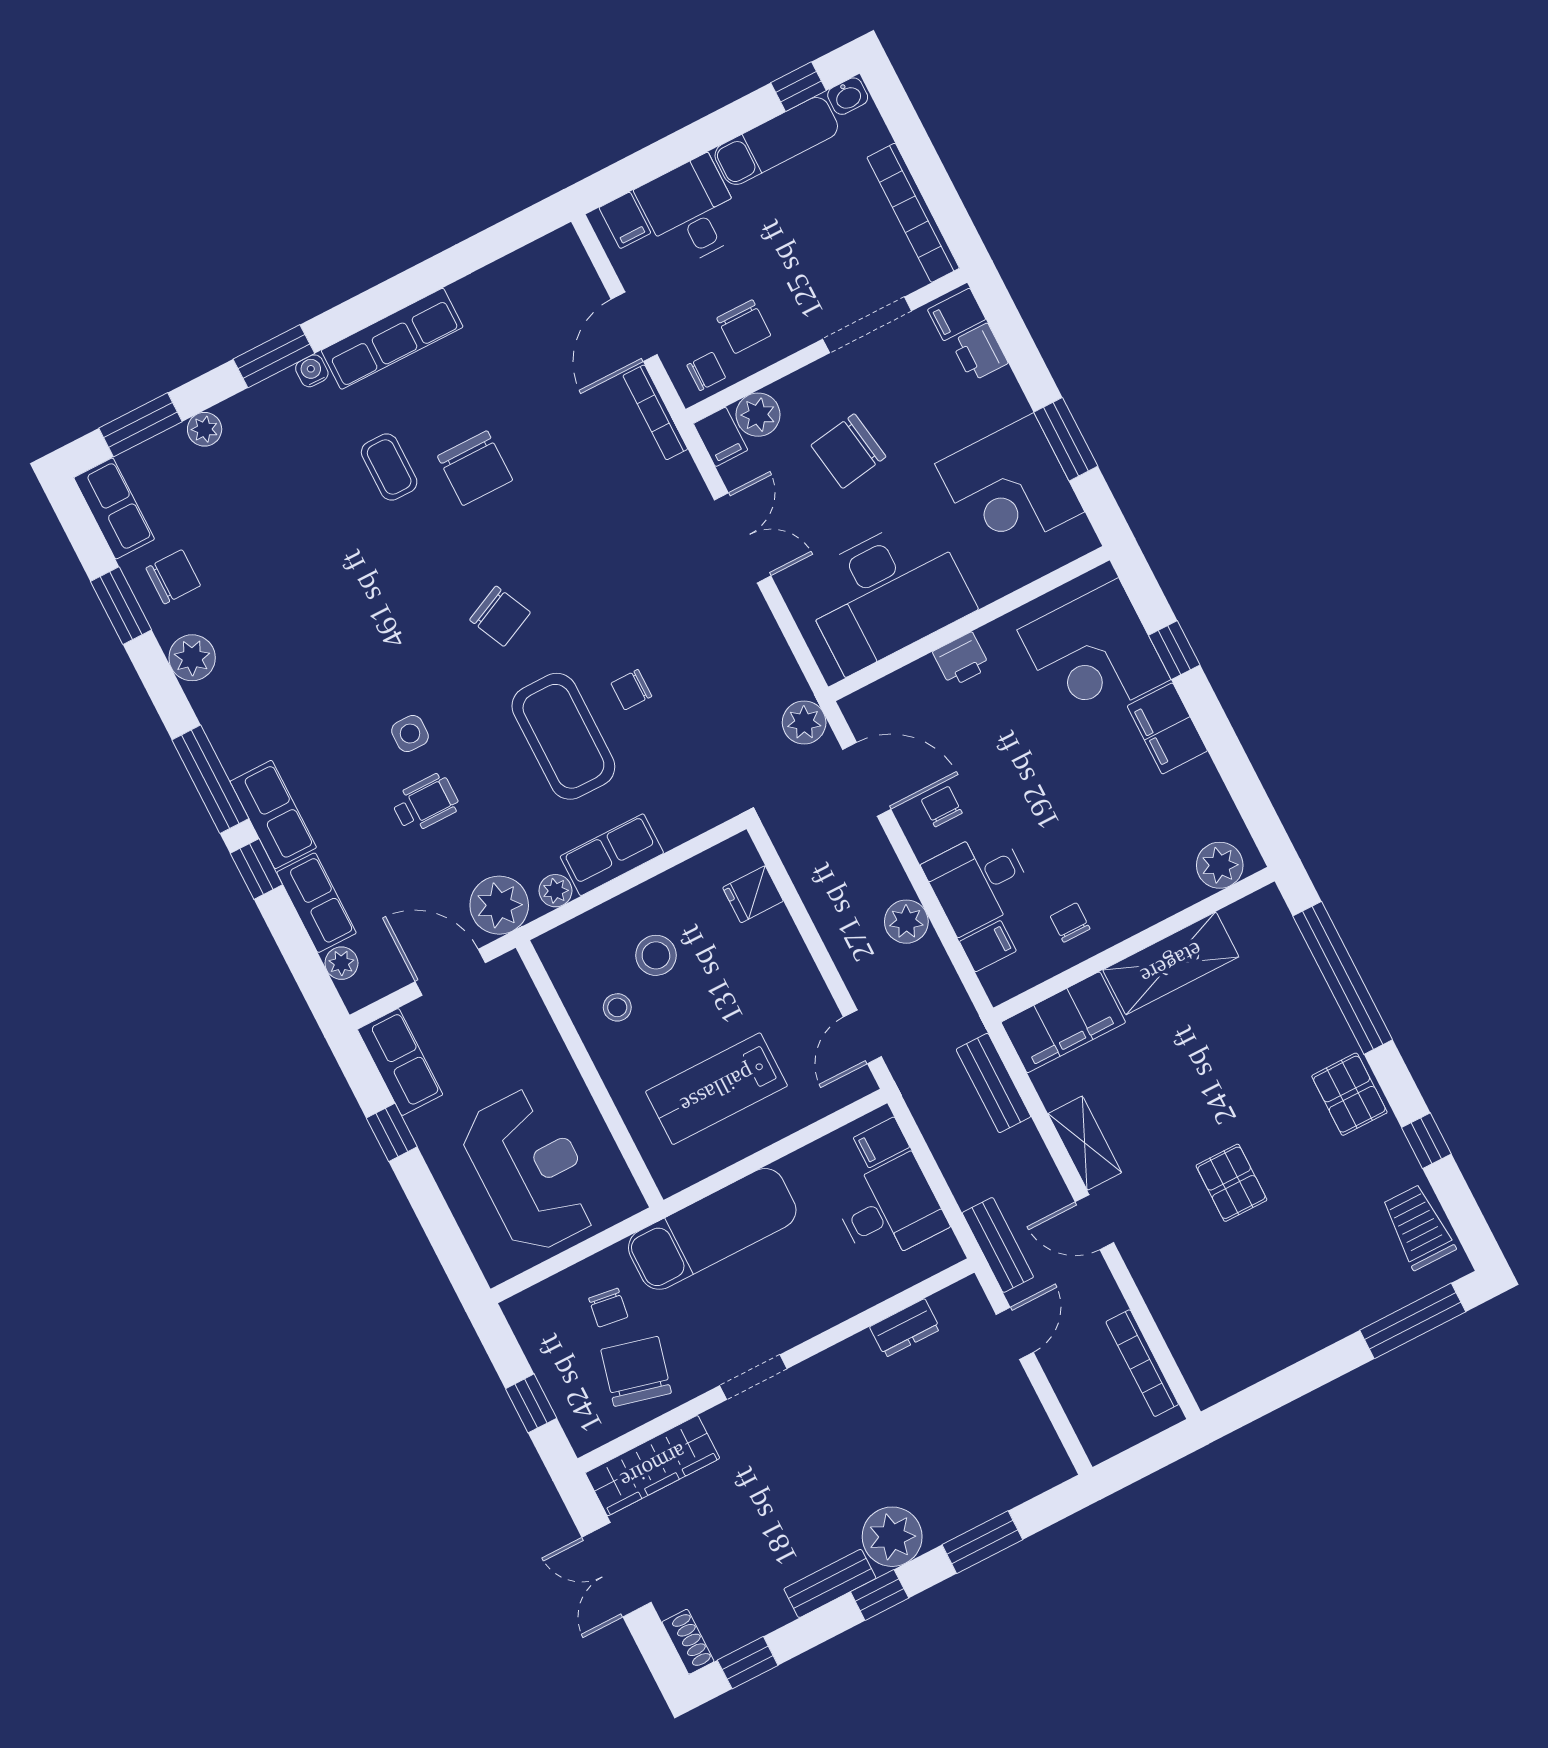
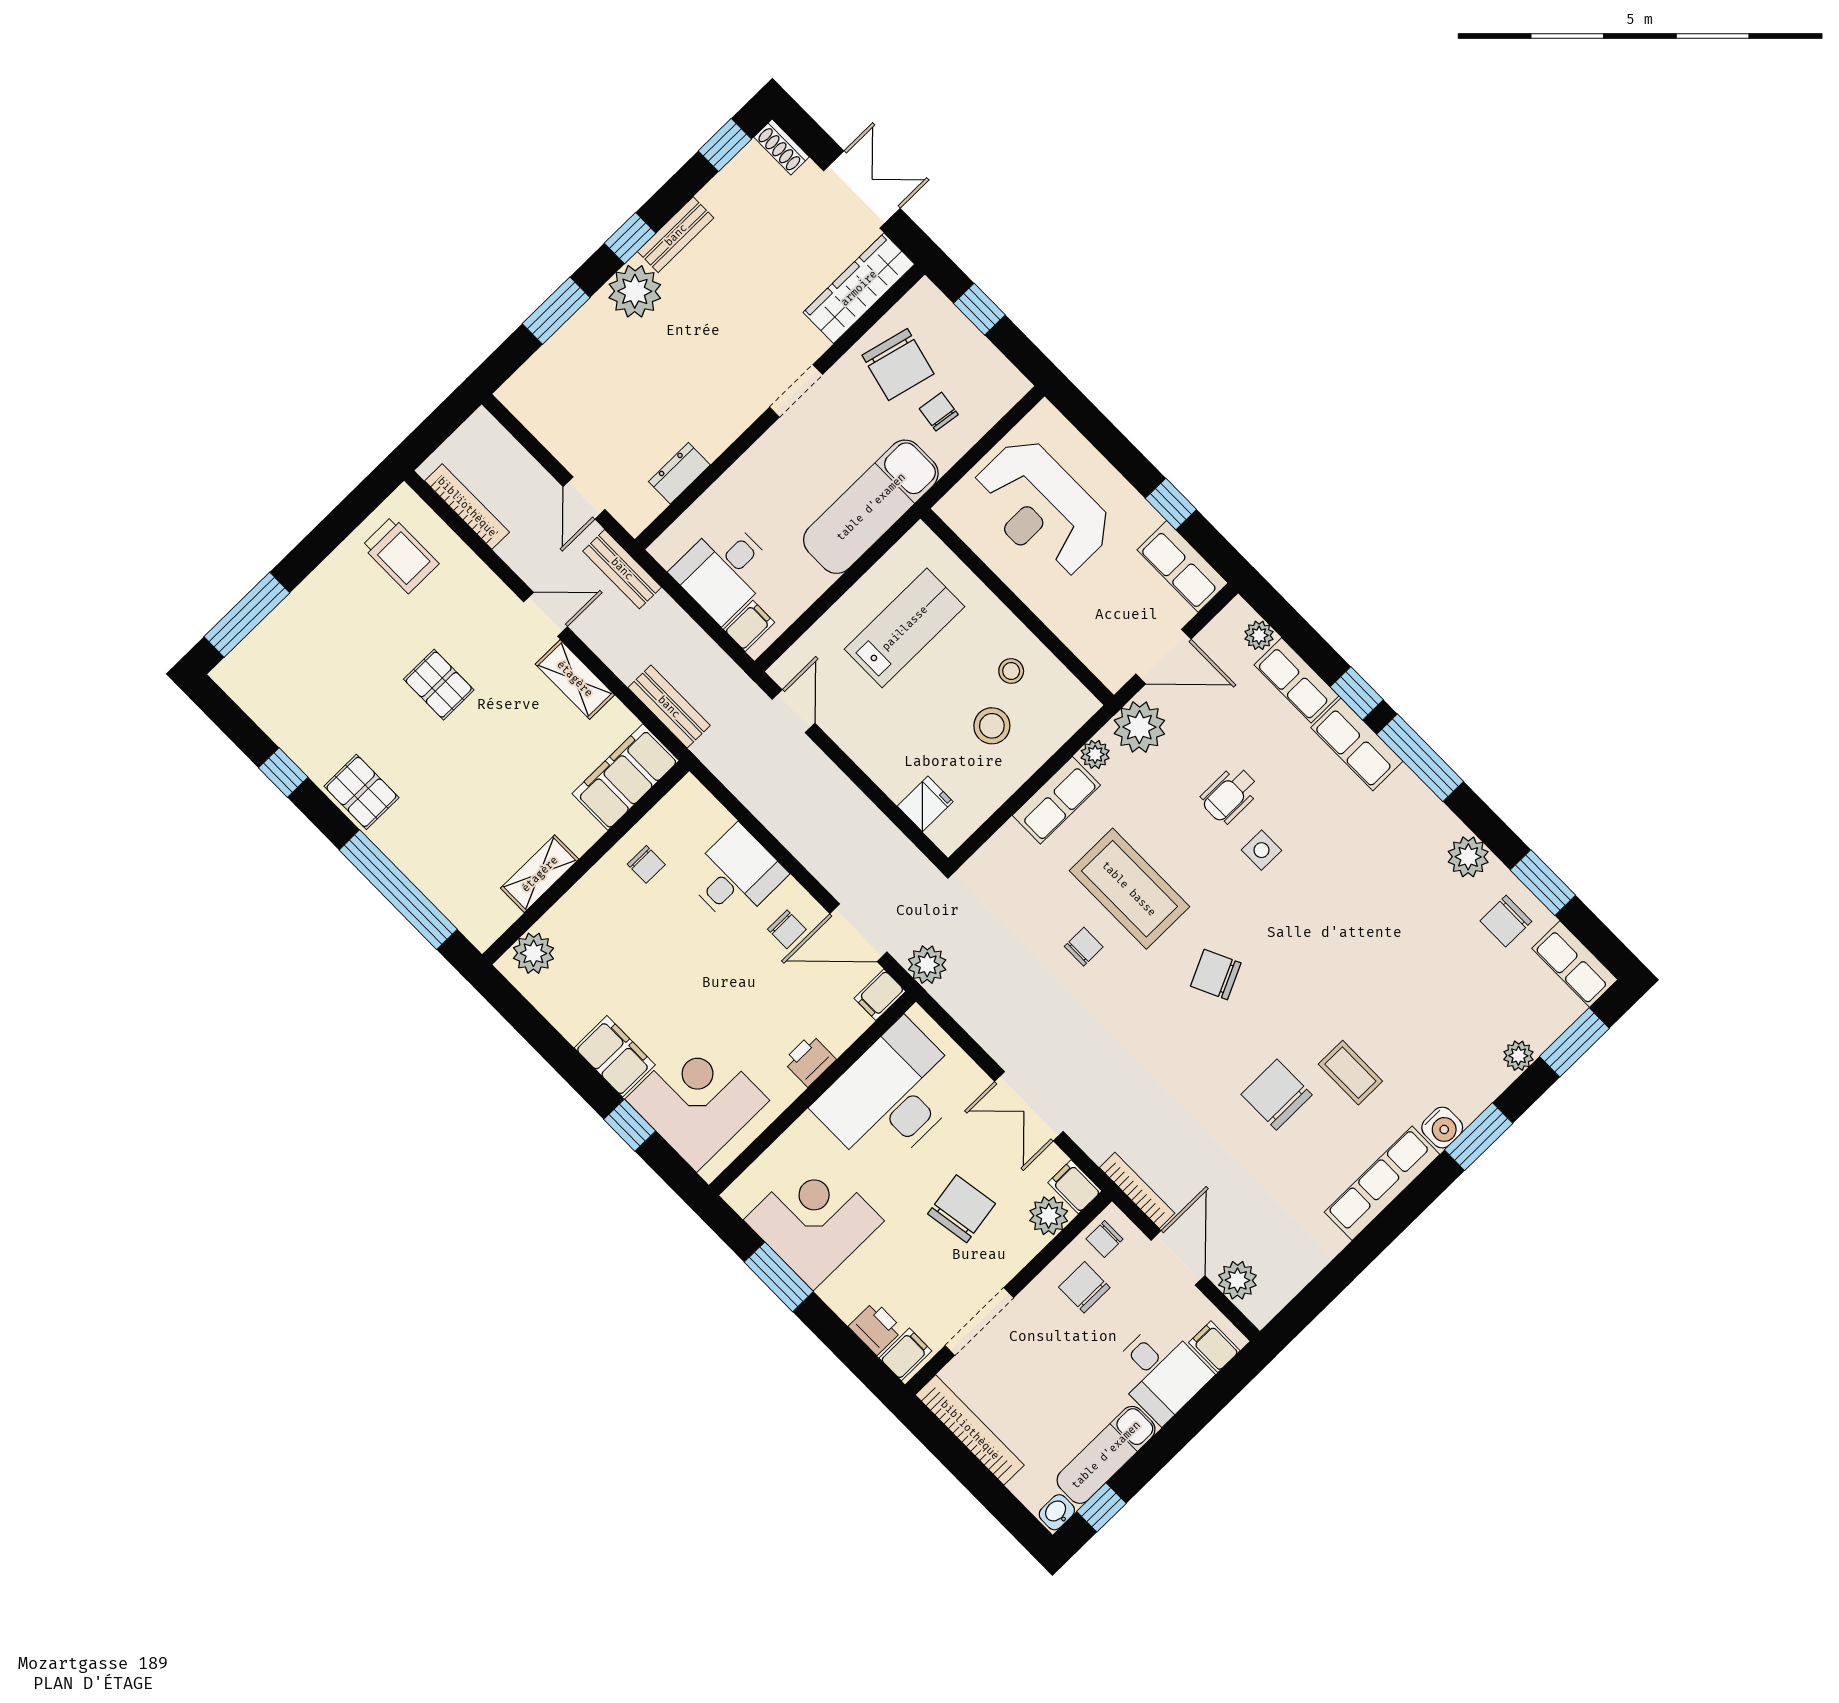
water cooler: (312, 371) -> (1442, 1128), width x1.38, depth x1.38
plant: (906, 922) -> (1237, 1280), moved
filing cabinet: (988, 946) -> (880, 995), moved
shelving: (1171, 963) -> (540, 874), width x0.67, depth x0.75
trolley: (1418, 1227) -> (400, 555), moved

